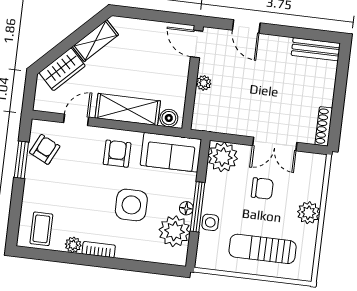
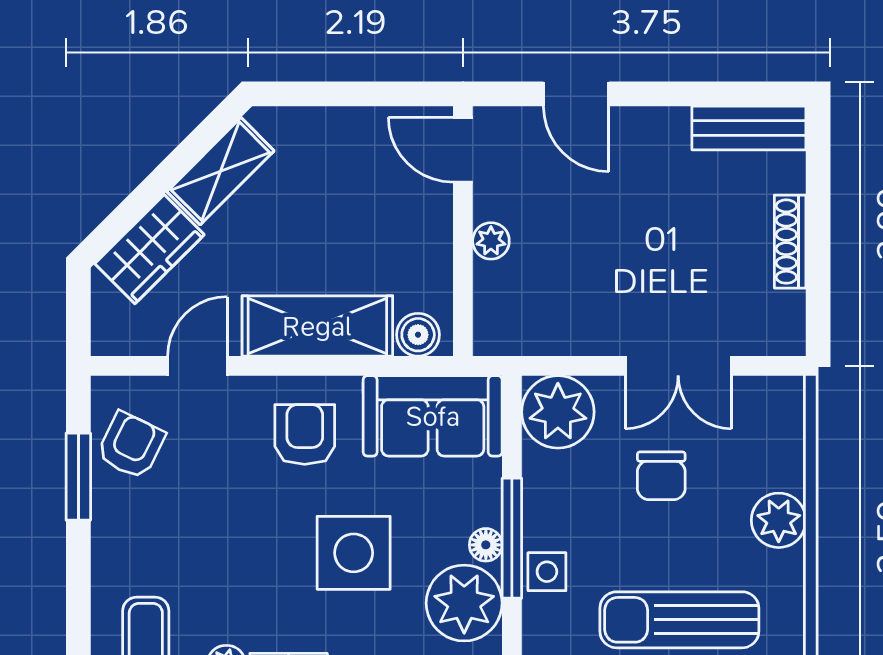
shoe rack: (324, 126) -> (790, 242), moved
chair: (262, 188) -> (661, 476), turned 90

